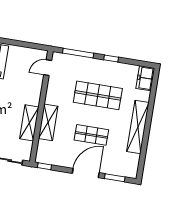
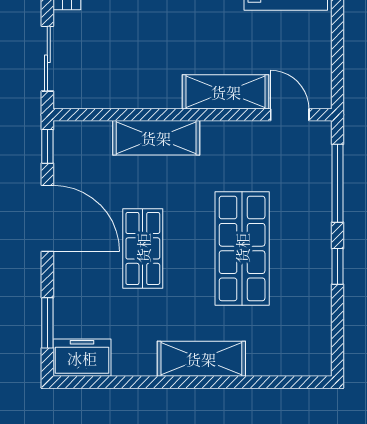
freezer: (145, 78) -> (82, 358), moved
shelving: (29, 123) -> (226, 92), moved
shelving: (138, 127) -> (201, 359), width x0.68
door: (86, 173) -> (47, 218), moved

